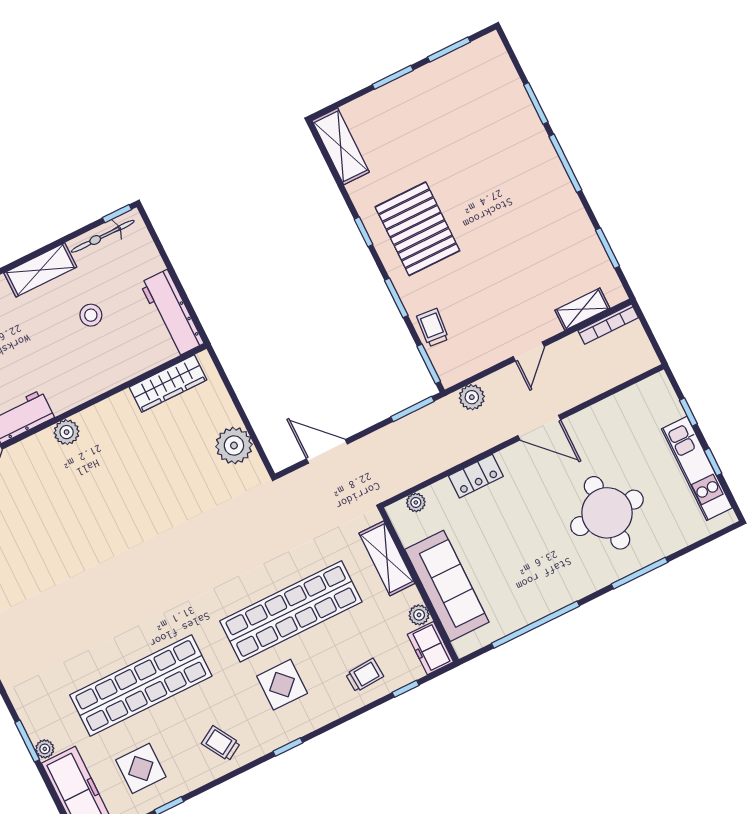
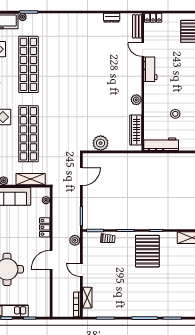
pallet: (417, 229) -> (147, 251), turned 90
plant: (67, 432) -> (136, 100), moved

